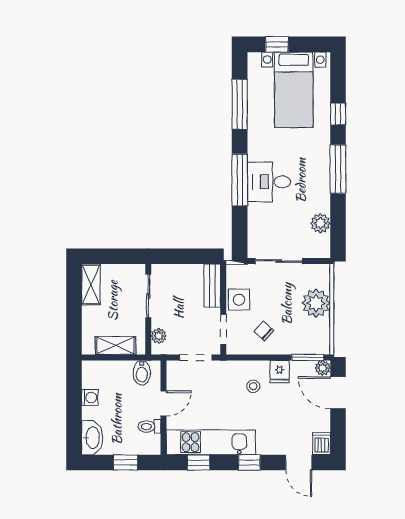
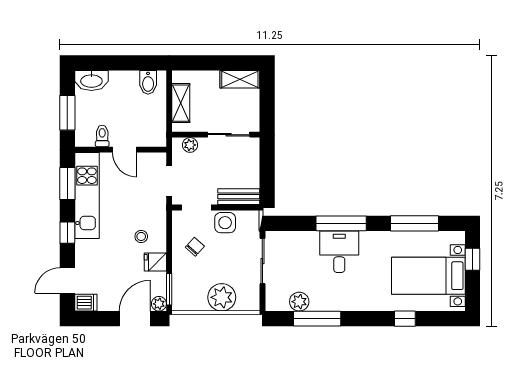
window: (338, 169) -> (317, 319), moved
bidet: (142, 373) -> (148, 82), moved, turned -90
washing machine: (90, 397) -> (130, 78), removed
window: (125, 462) -> (67, 113), width x1.50
window: (198, 462) -> (67, 183), width x1.50

